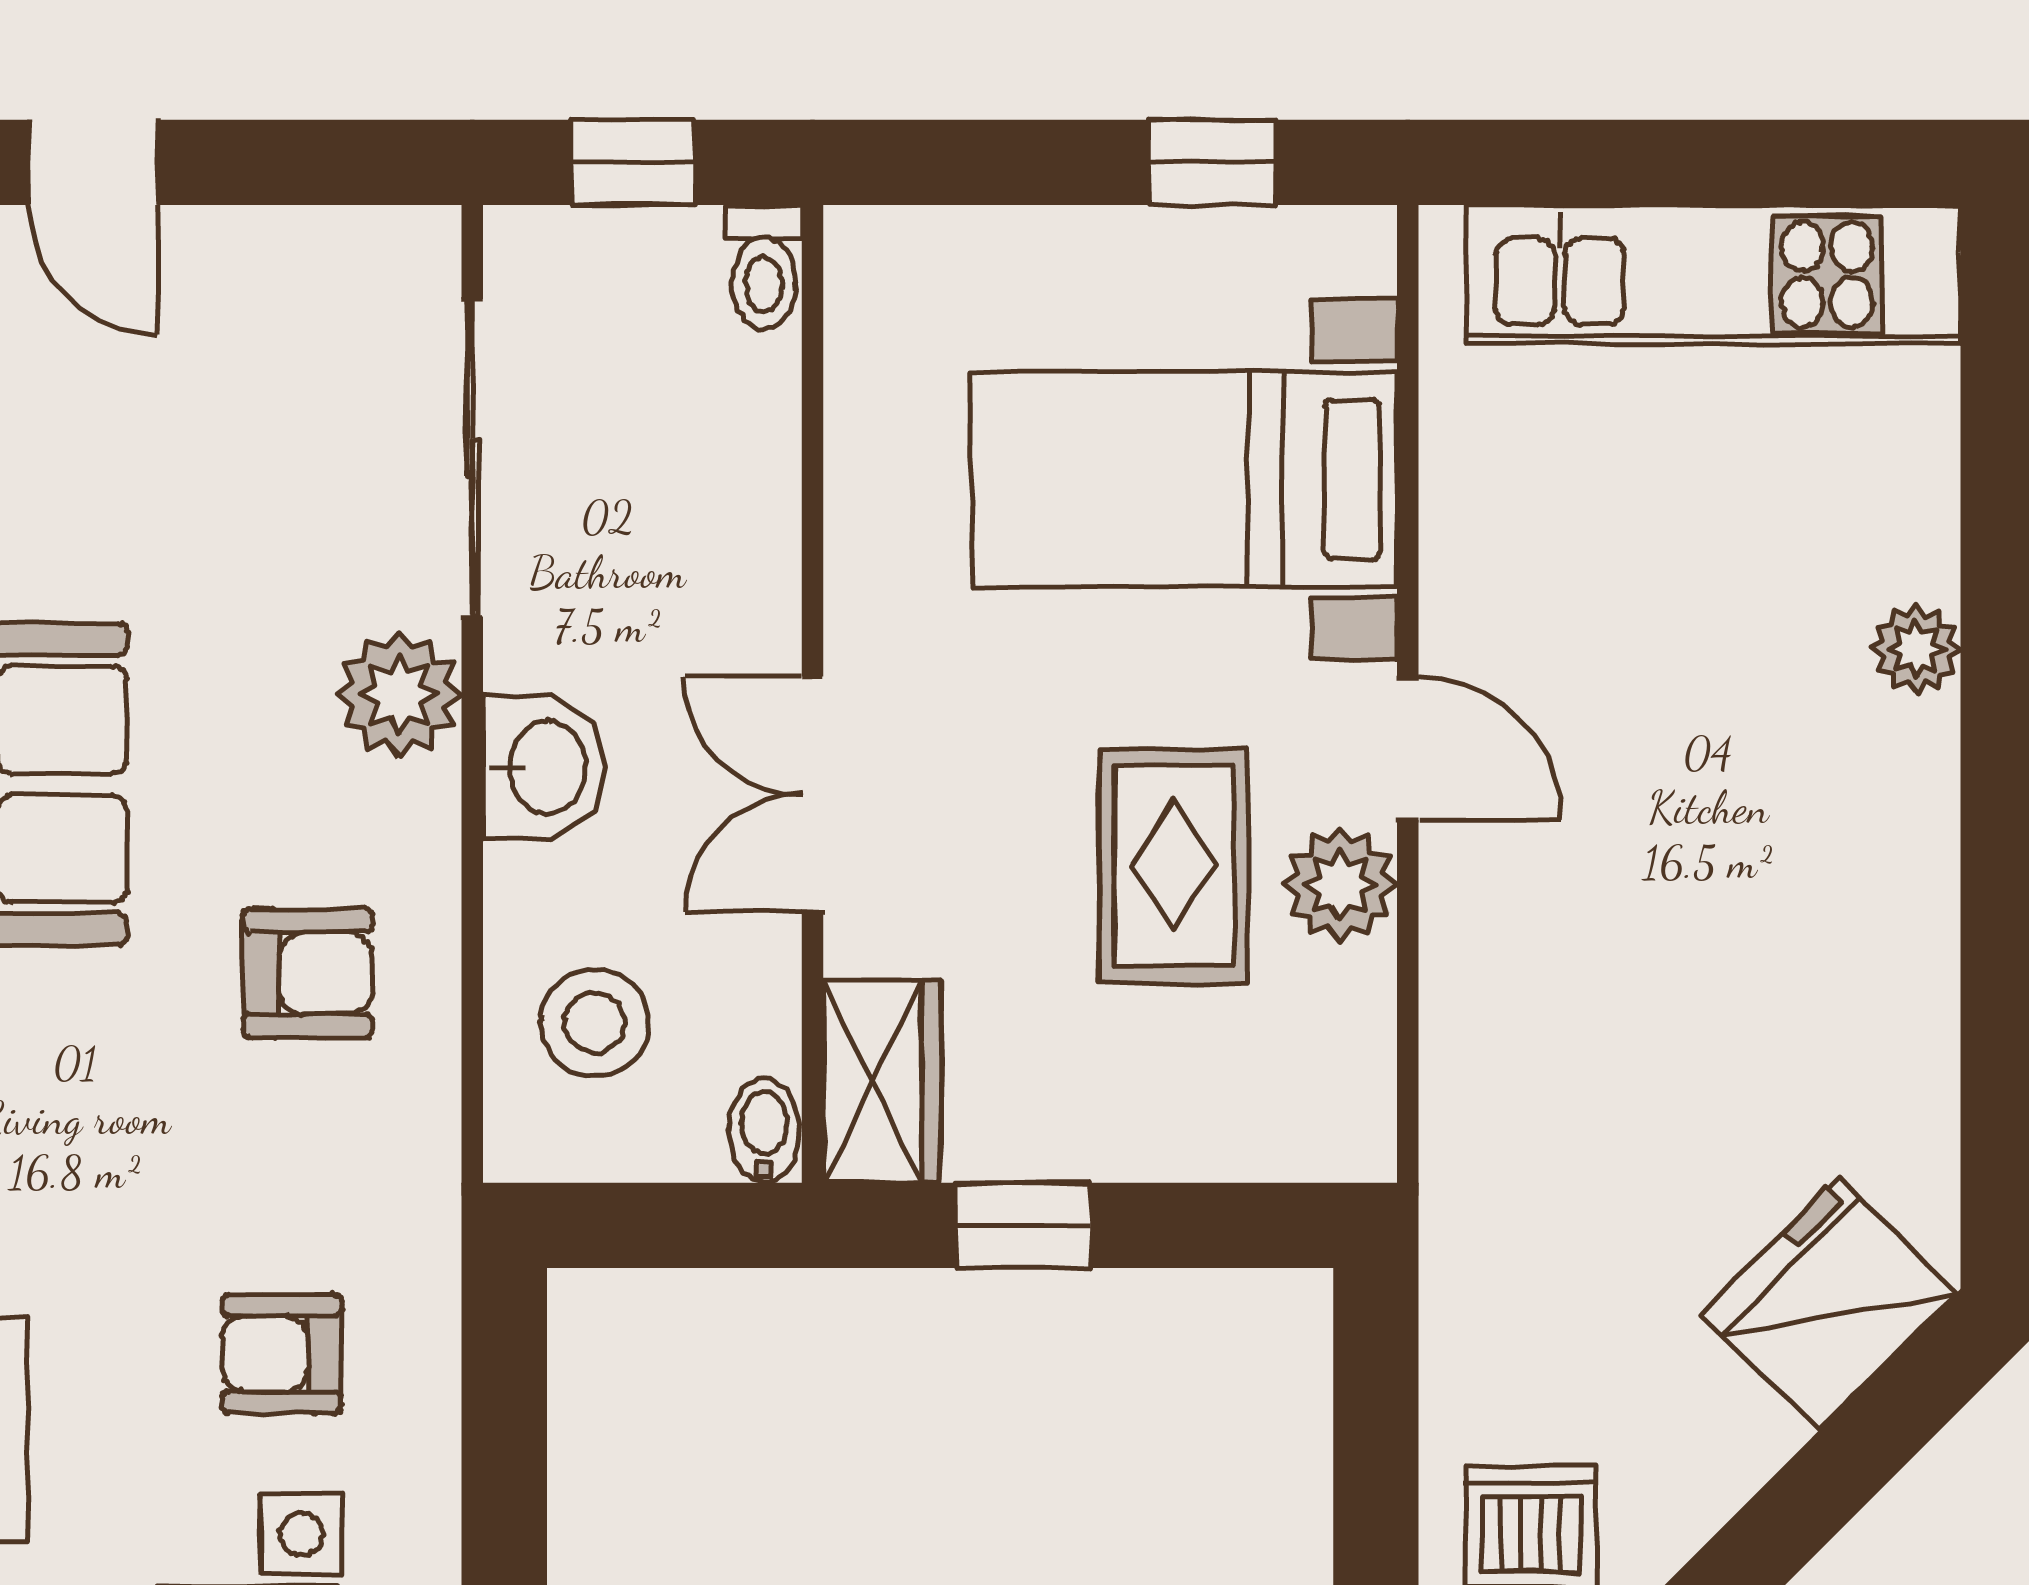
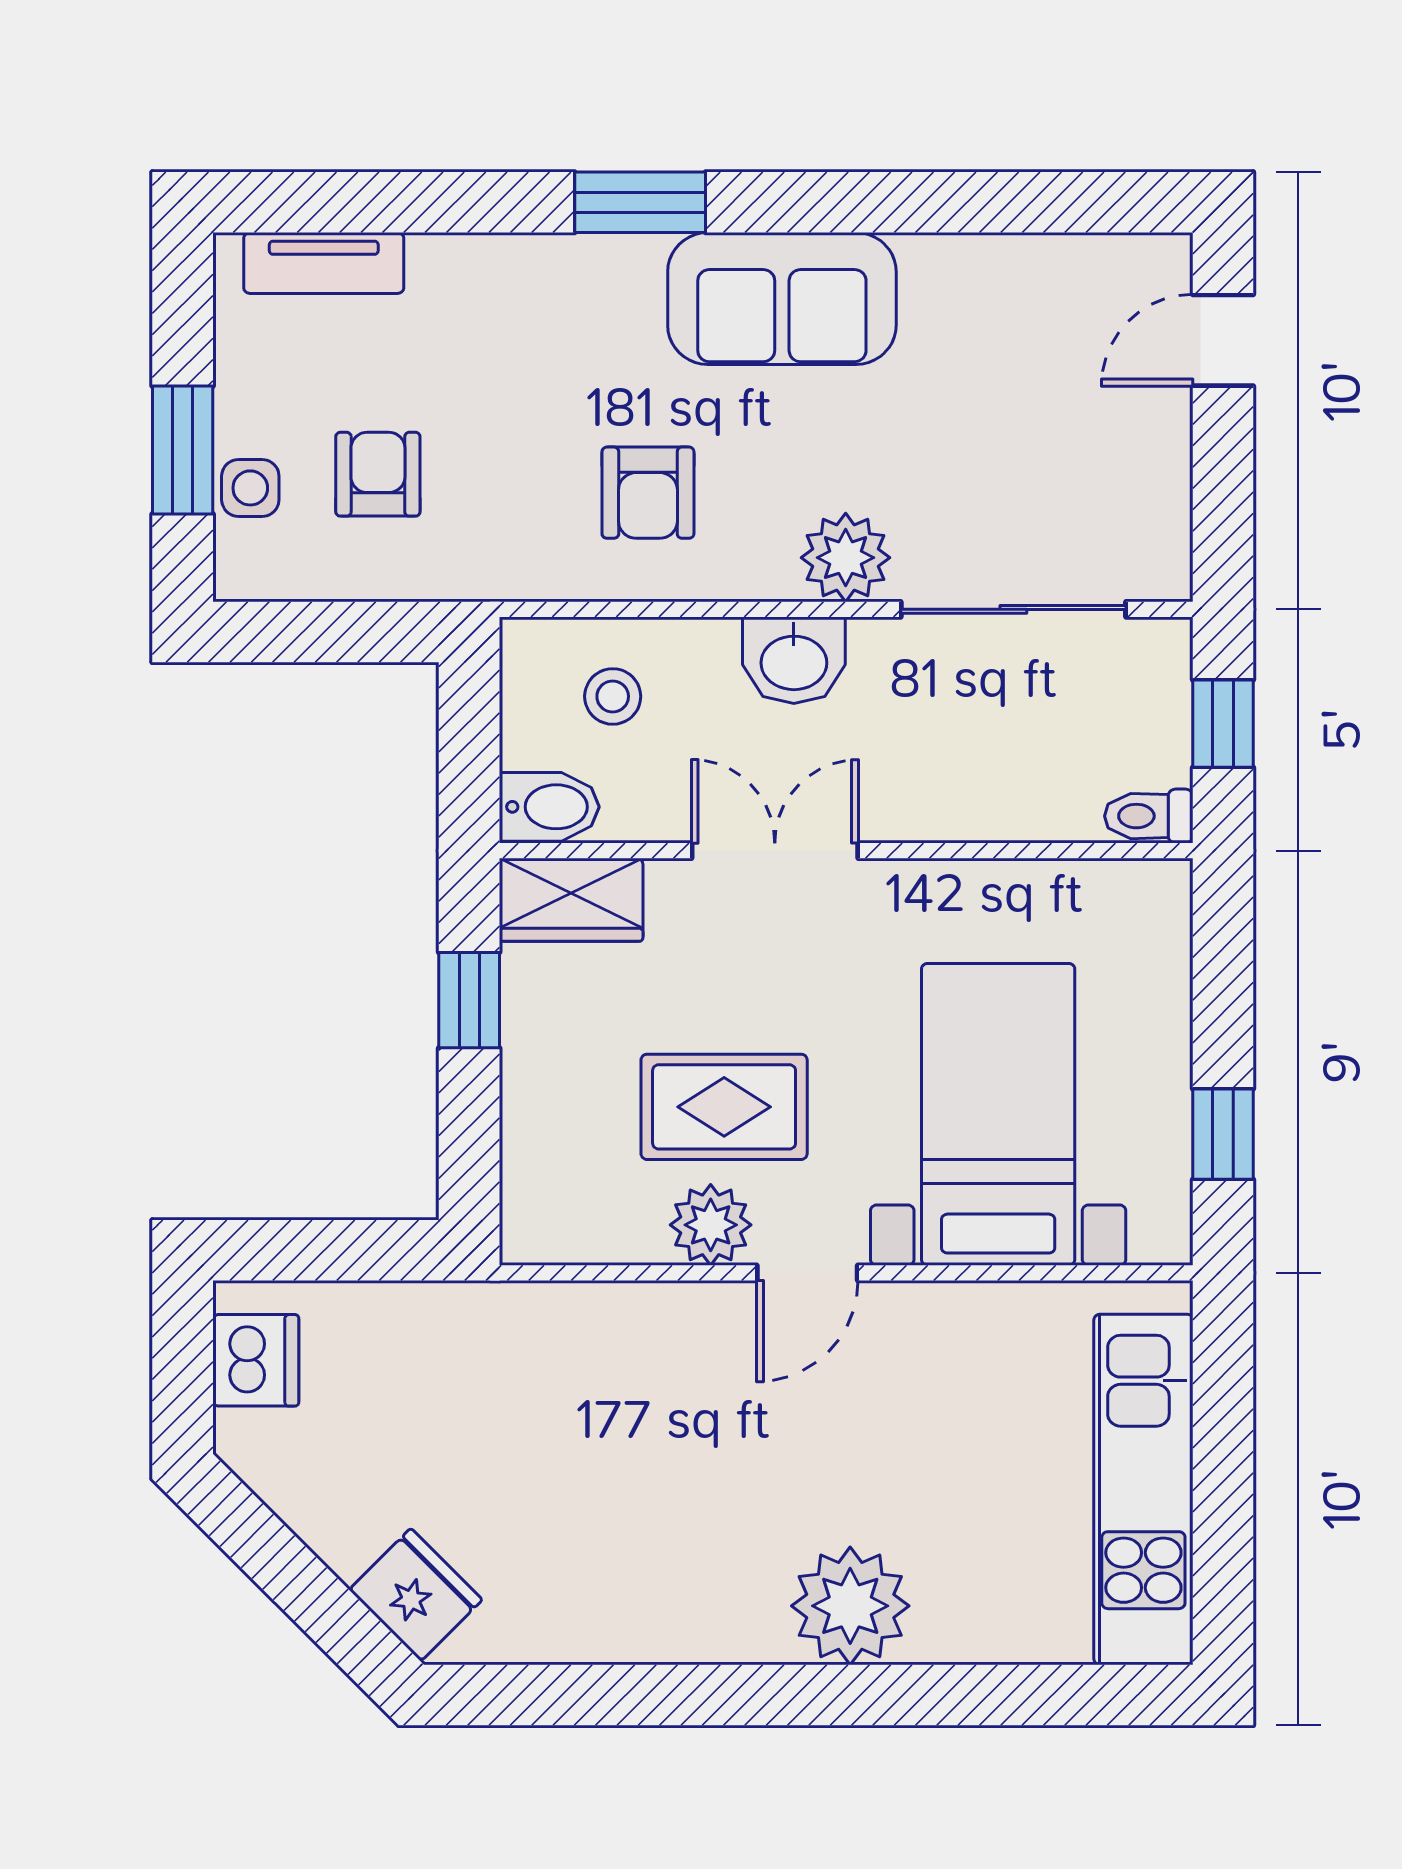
plant: (1916, 649) -> (850, 1606), width x1.87, depth x1.87
stool: (595, 1023) -> (613, 696), width x0.73, depth x0.73
bidet: (764, 1131) -> (549, 807), width x1.38, depth x1.36
fridge: (1828, 1304) -> (416, 1595), width x0.73, depth x0.75

